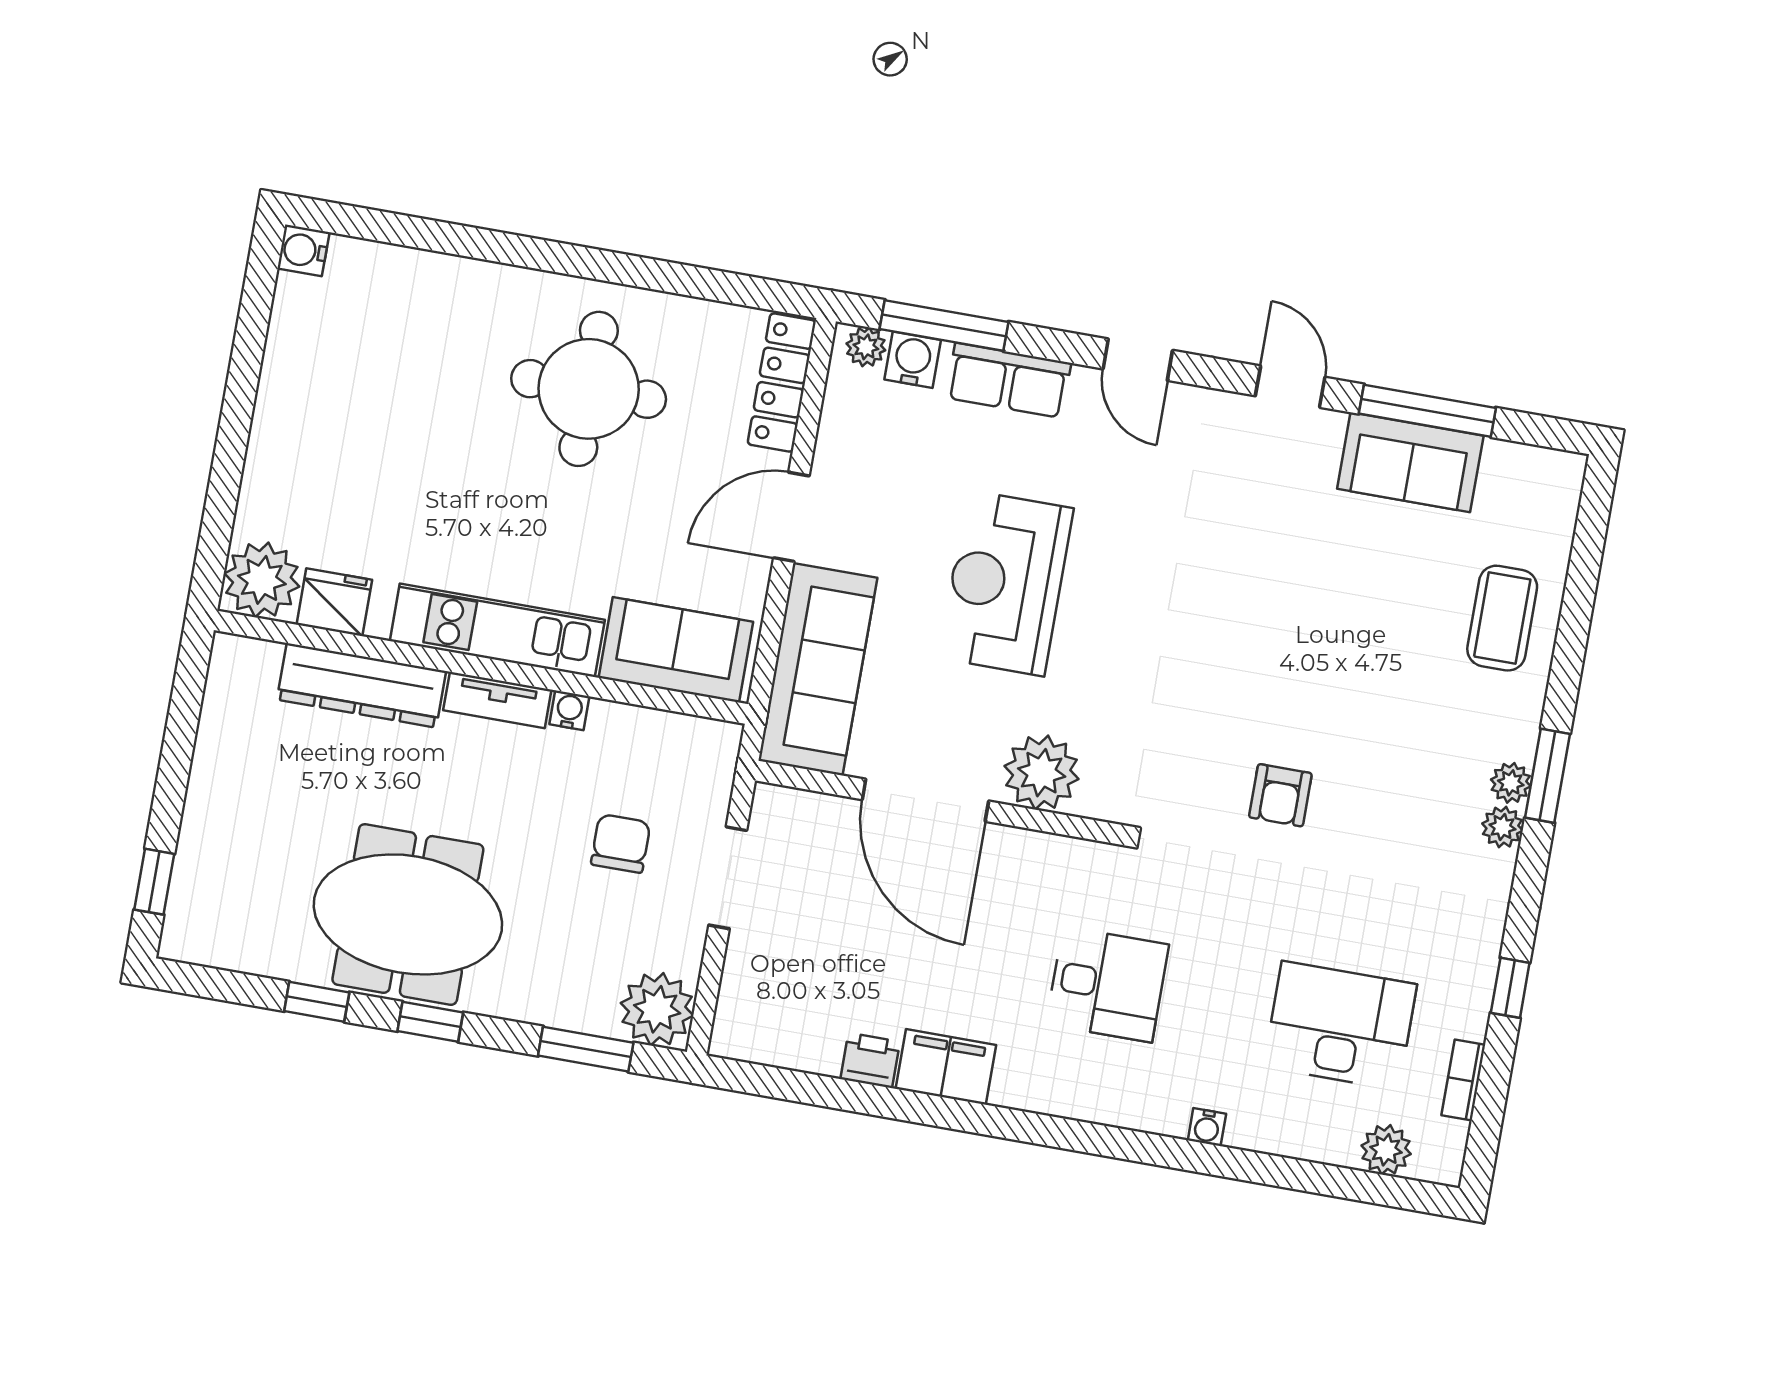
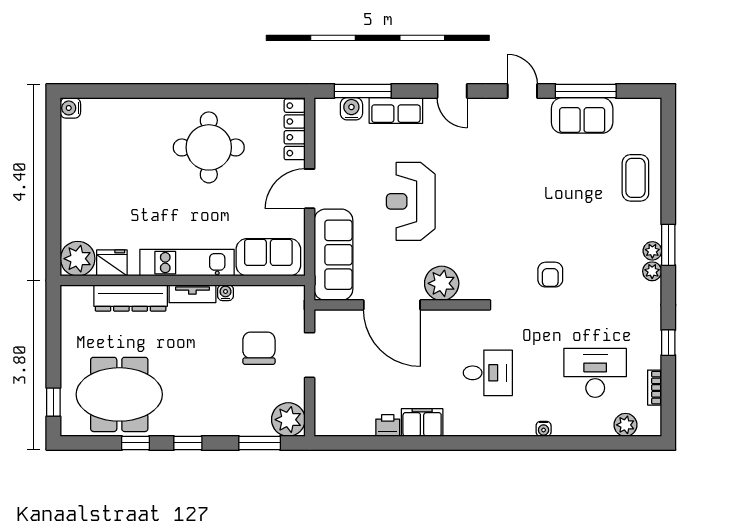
plant: (866, 347) -> (329, 107), removed
chair: (621, 843) -> (259, 348), width x1.37, depth x1.37
meeting table: (408, 914) -> (119, 394), moved

